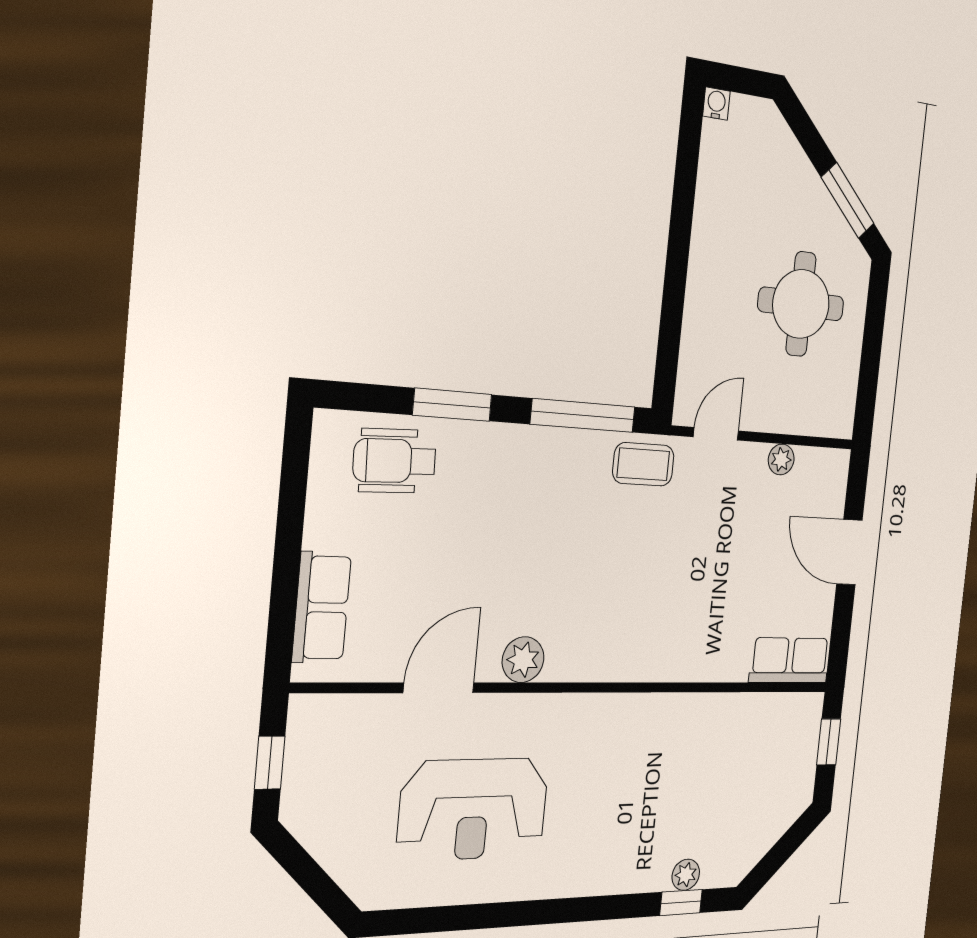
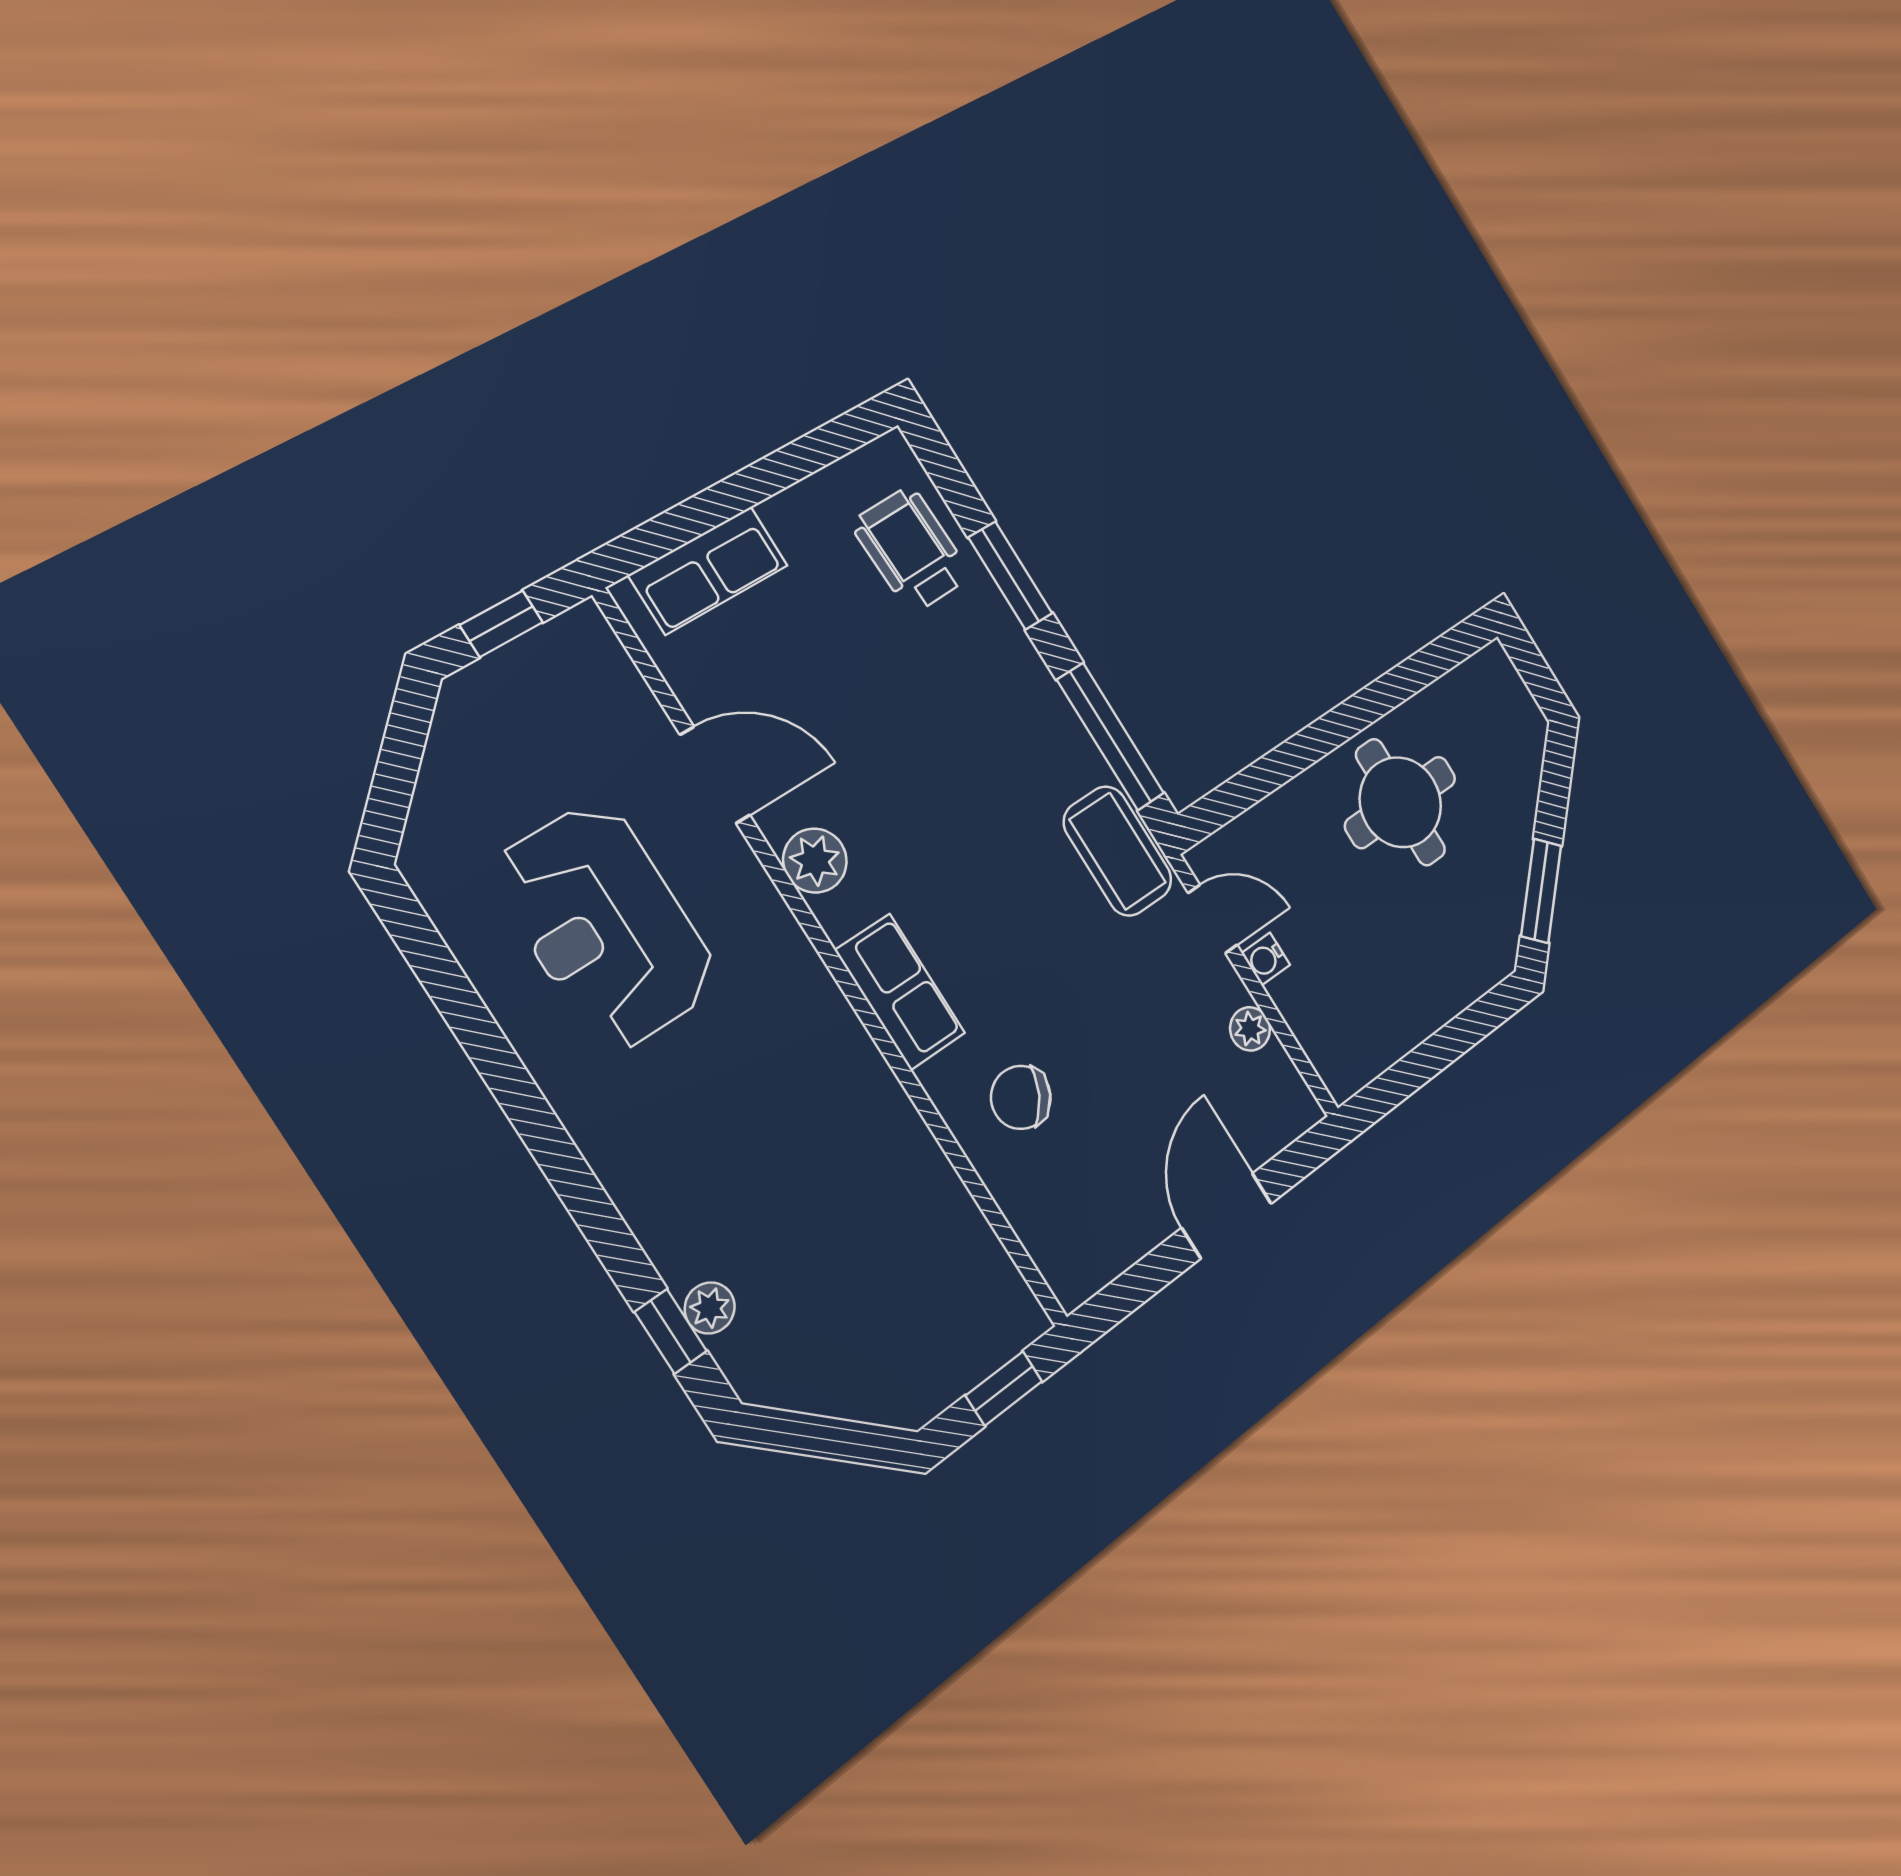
water cooler: (716, 104) -> (1266, 959), moved, turned 180
round table: (801, 304) -> (1400, 802), moved
coffee table: (643, 464) -> (1118, 851), width x1.36, depth x1.30
chair: (717, 628) -> (1021, 1097), added
row of seats: (790, 660) -> (900, 992), moved

